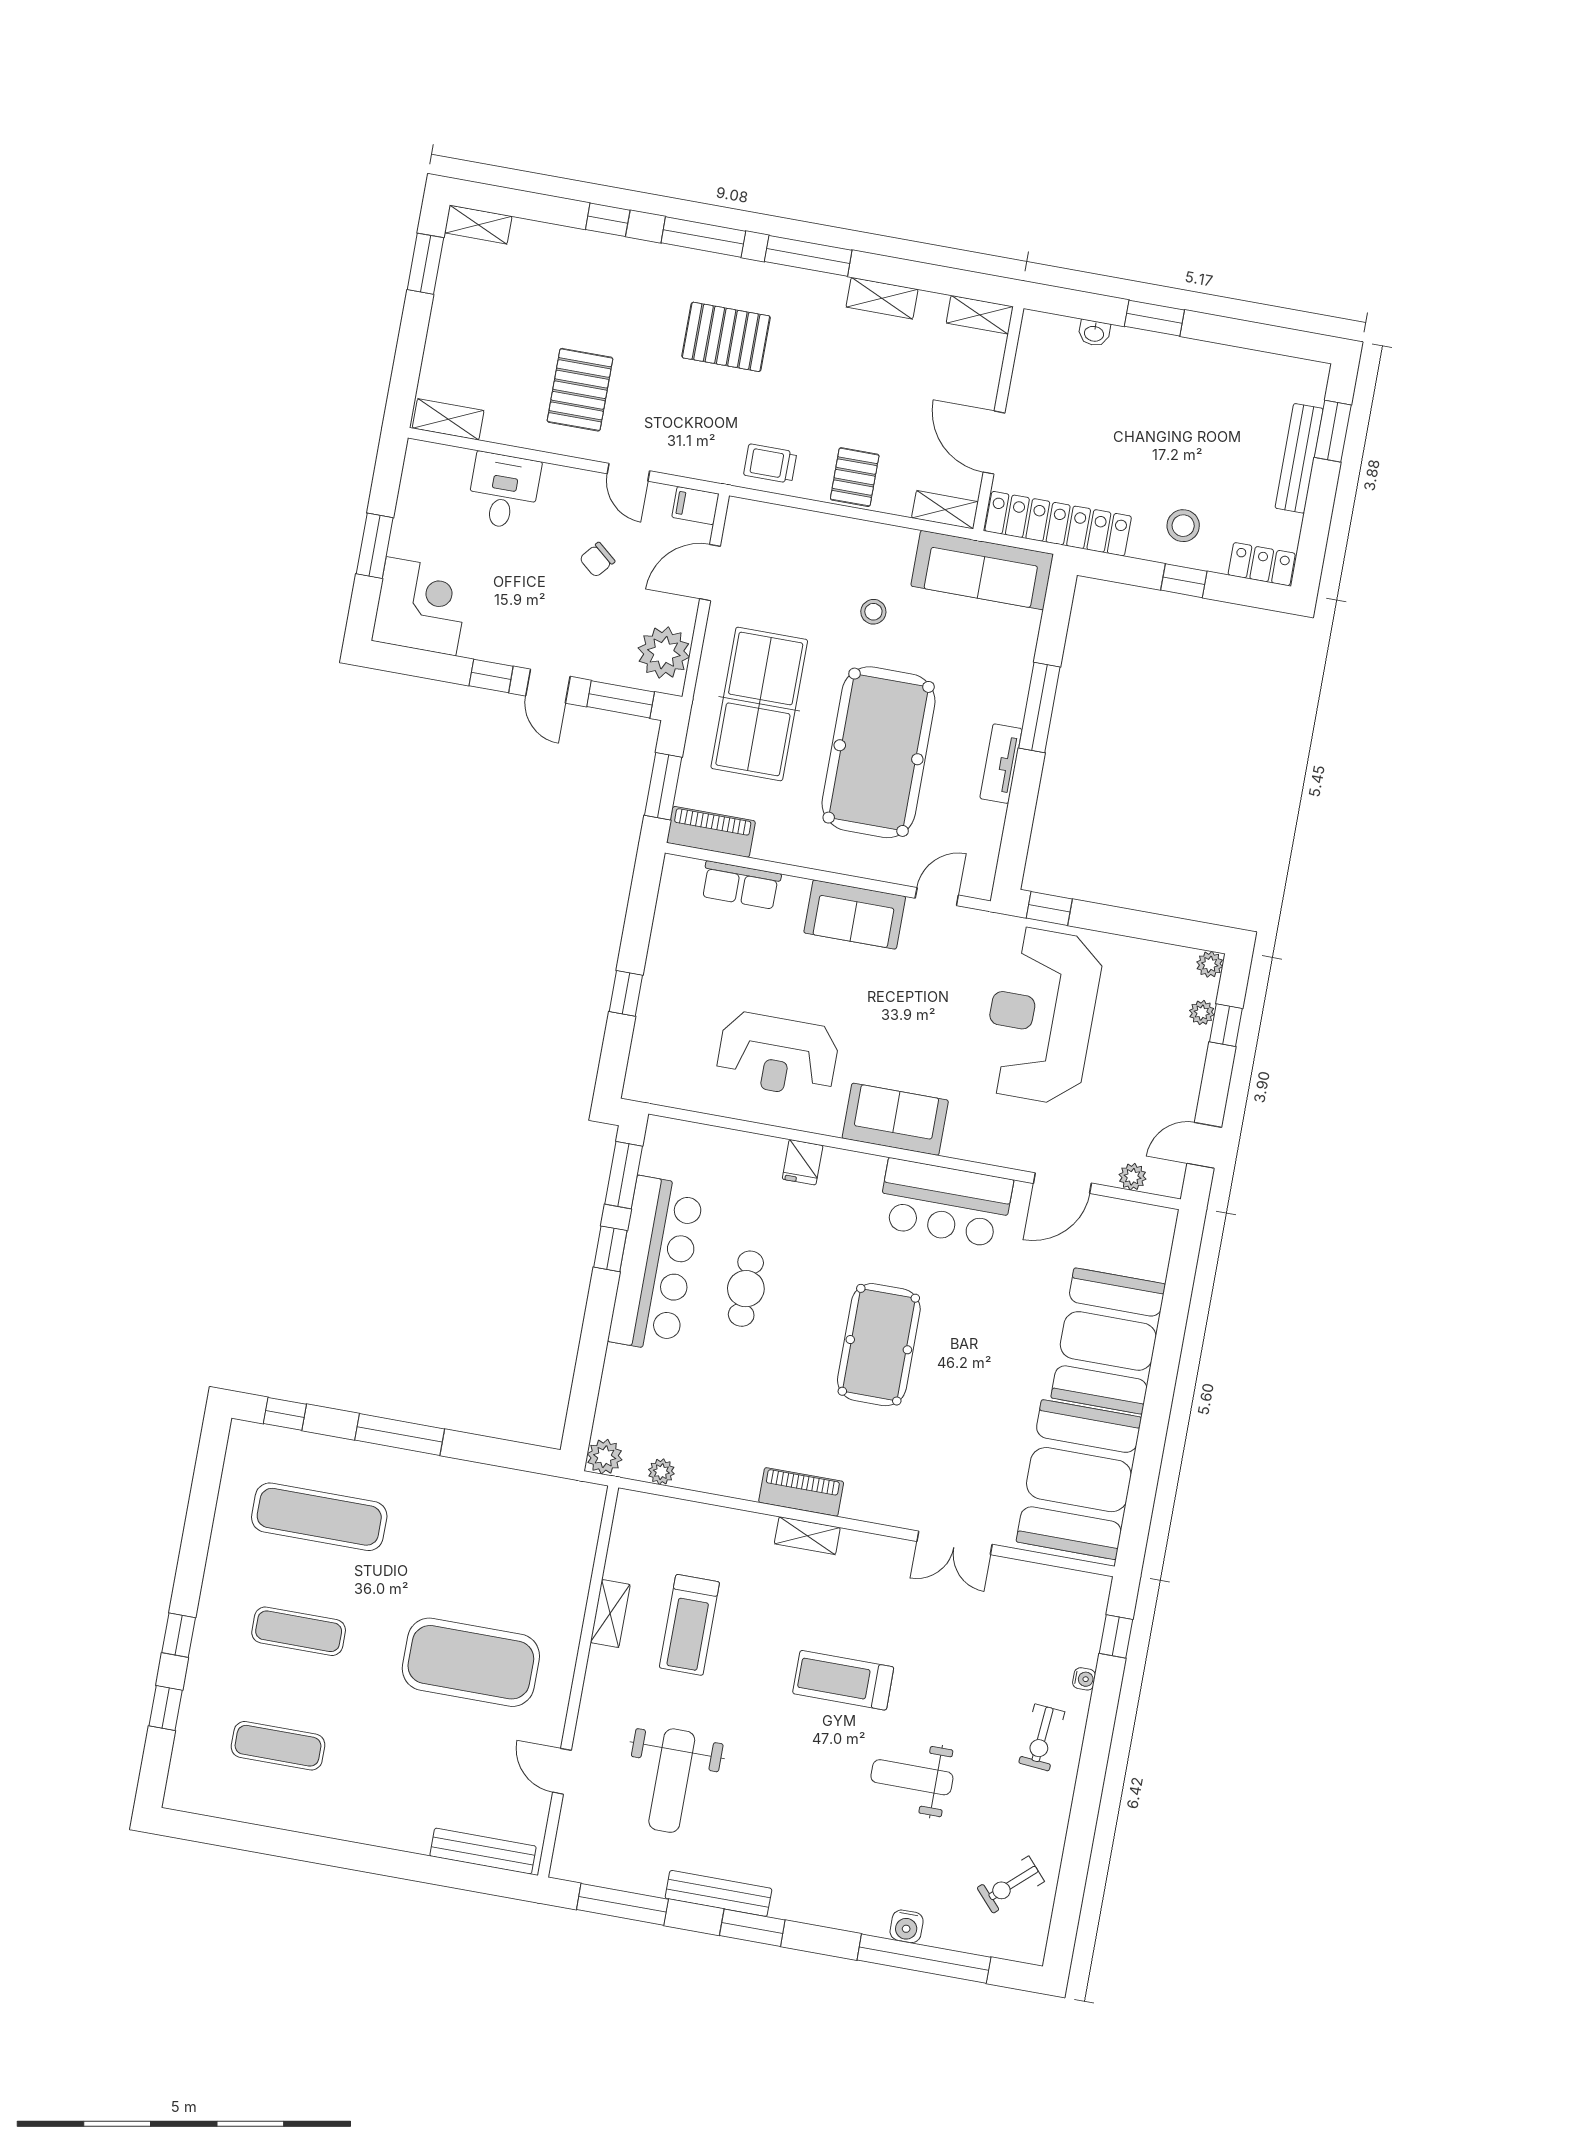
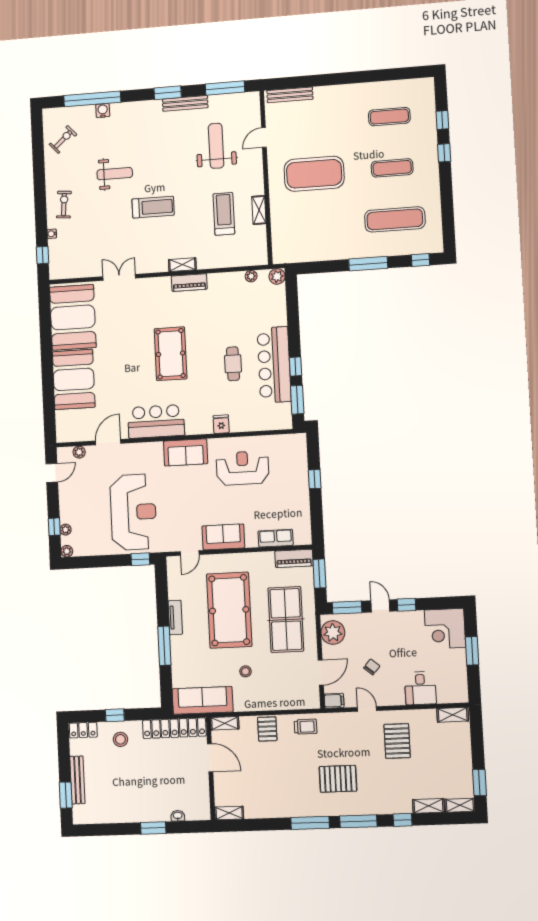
shelving: (882, 298) -> (428, 806), moved
door: (562, 1771) -> (264, 138), swing flipped

